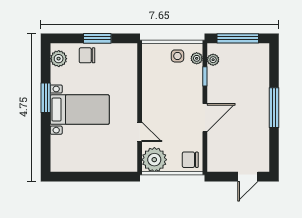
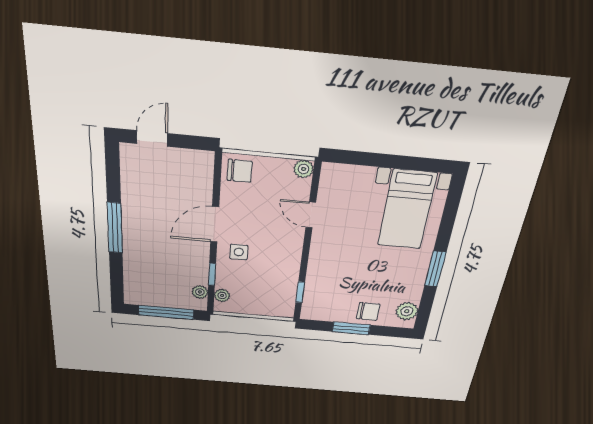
side table: (177, 56) -> (239, 252), moved
window: (140, 67) -> (300, 292), added
bed with nightstands: (80, 110) -> (407, 210), moved, turned -90
plant: (154, 160) -> (304, 169), width x0.53, depth x0.53

